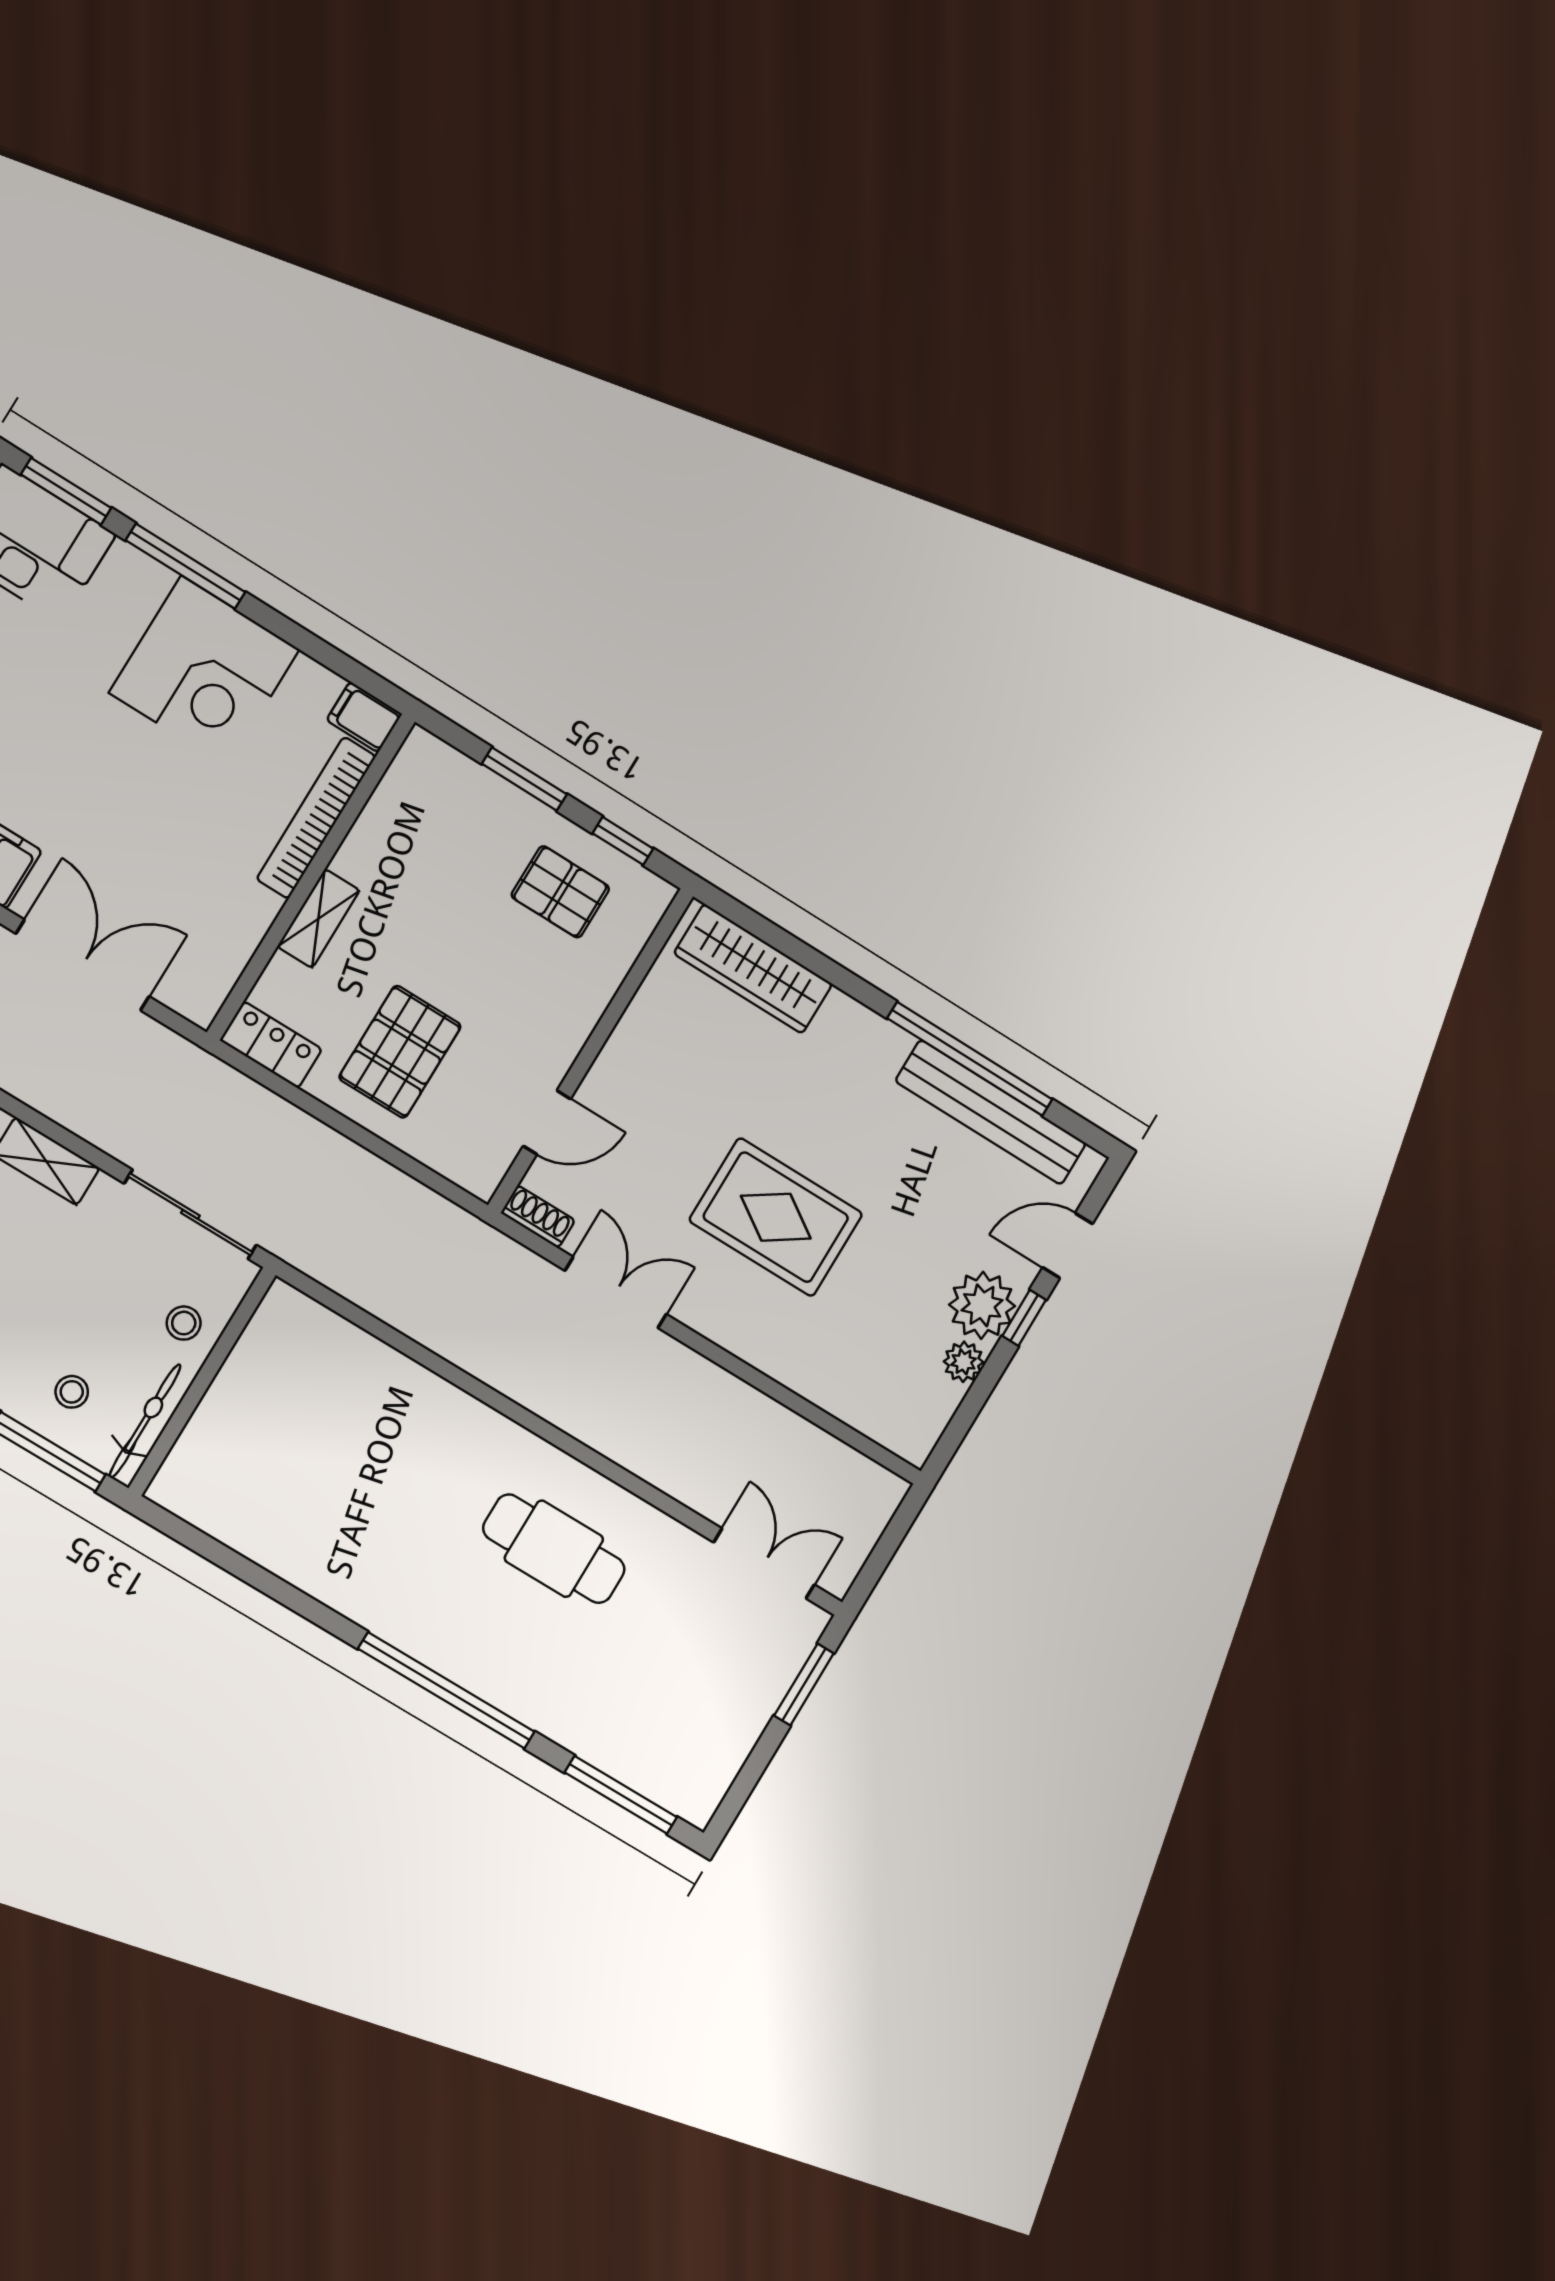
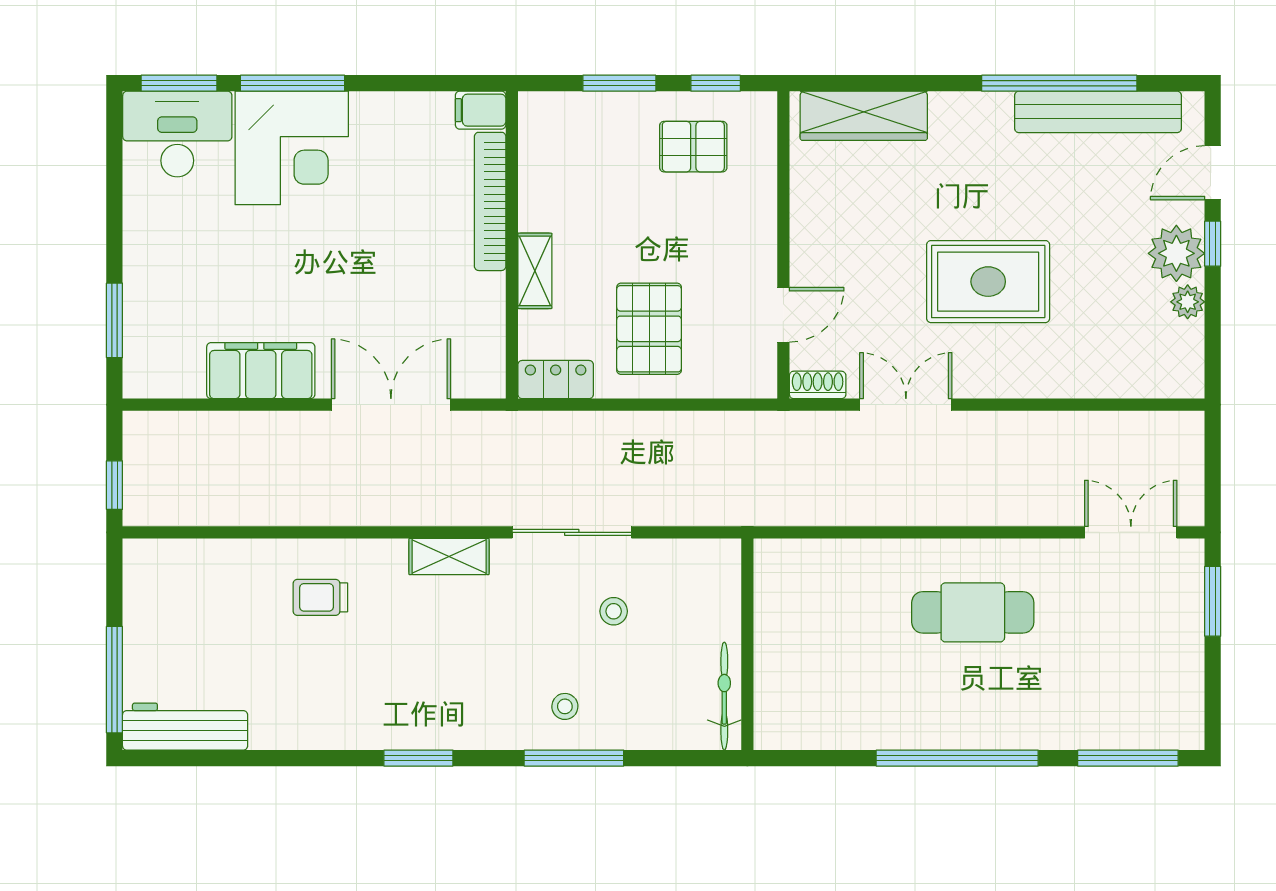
corner desk: (204, 671) -> (292, 148), moved
wall: (202, 1381) -> (747, 644), moved
bicycle: (145, 1421) -> (724, 696), moved

